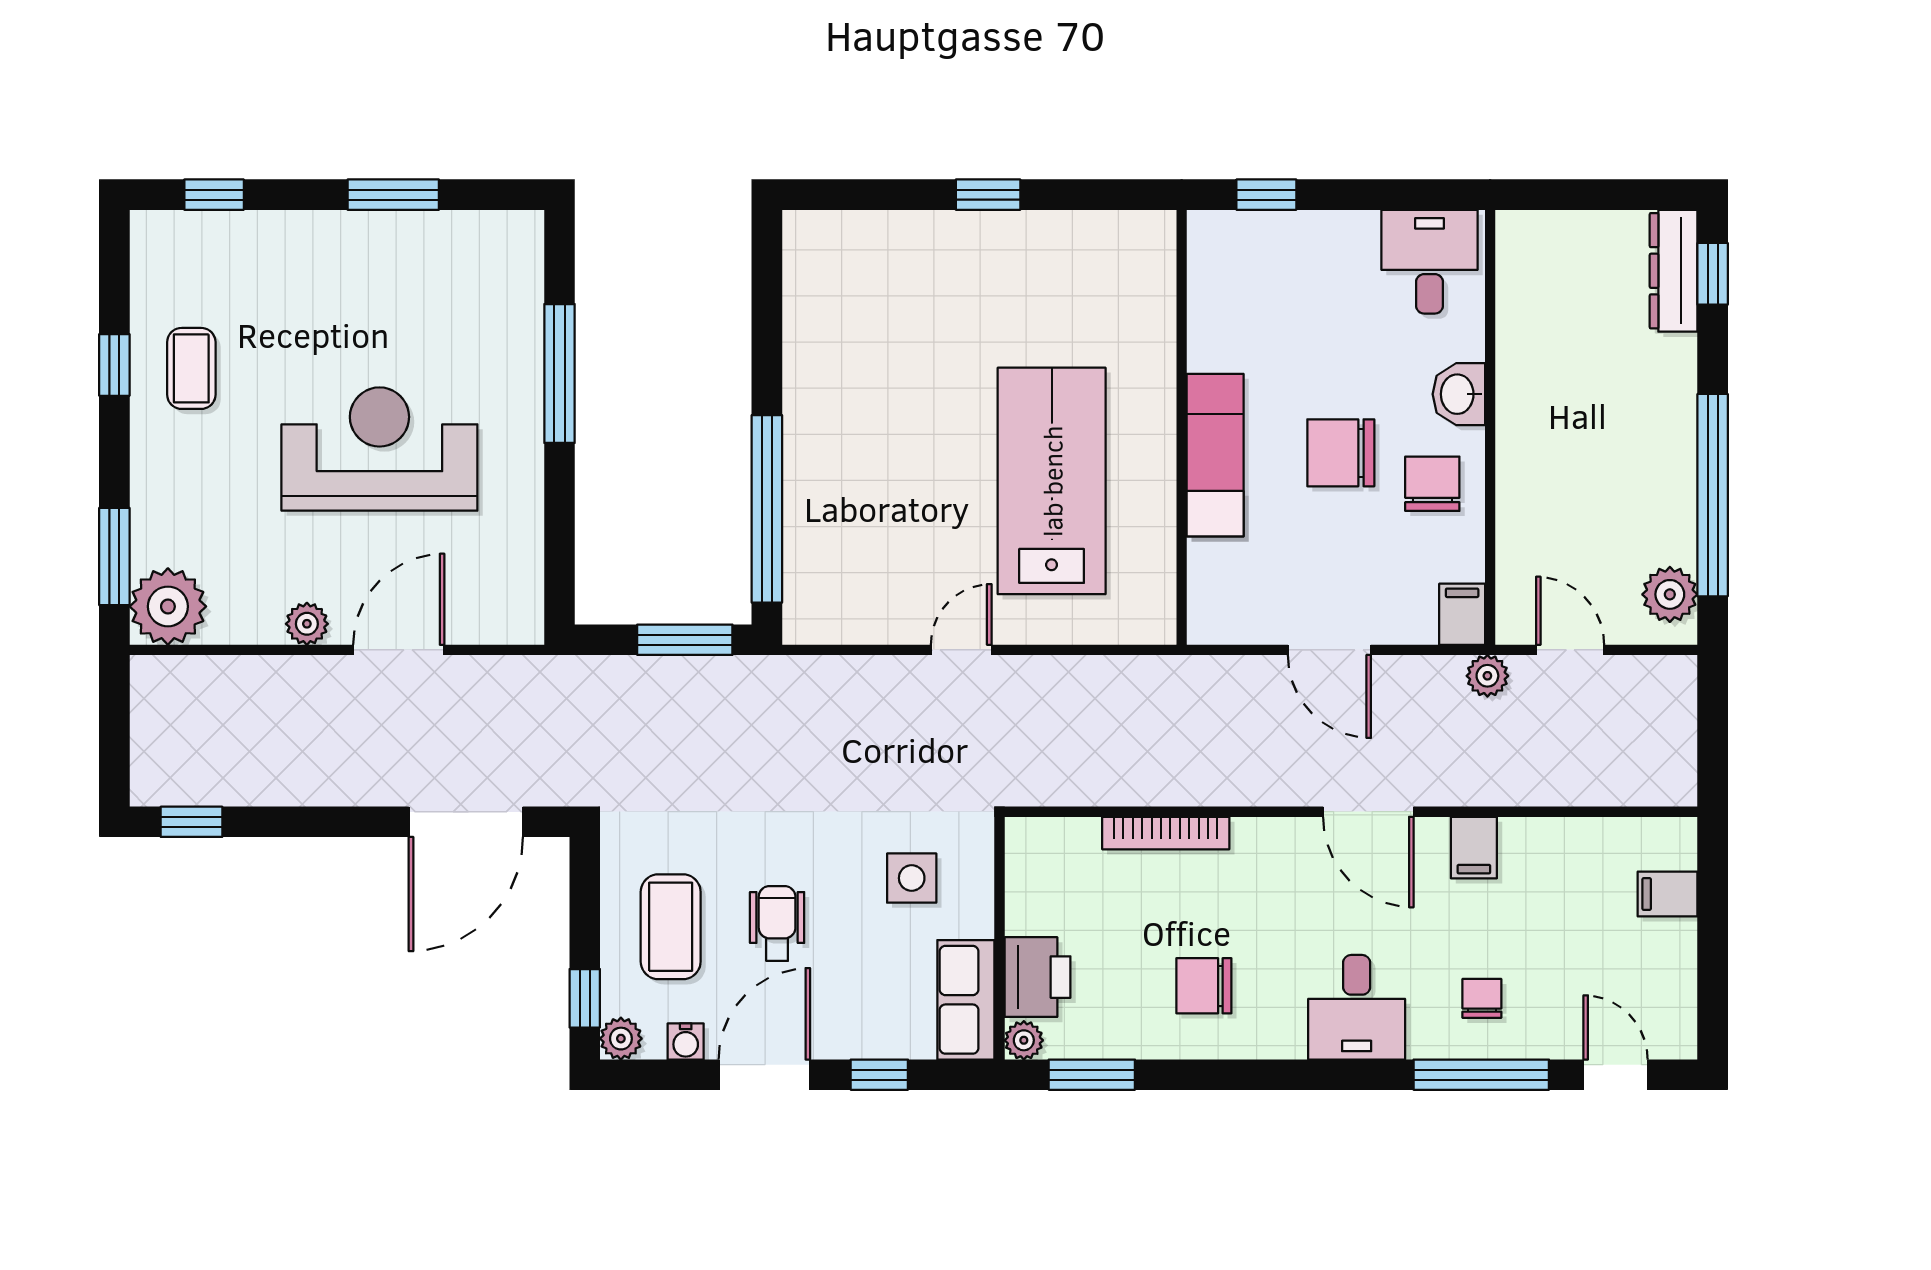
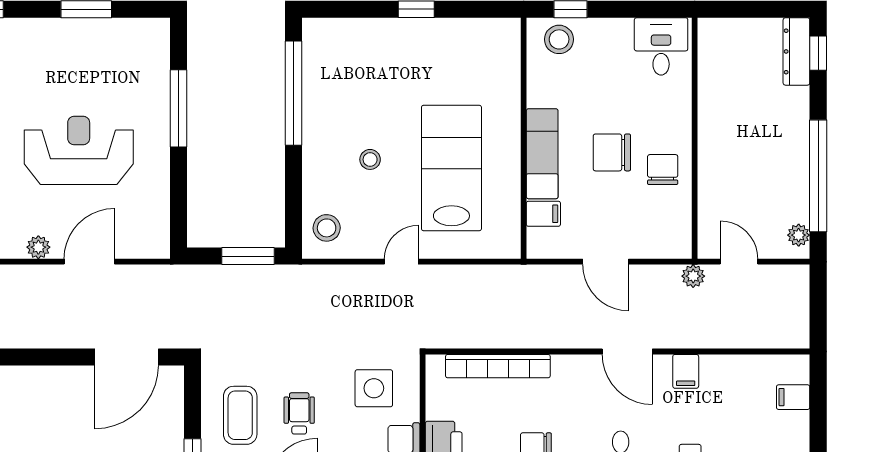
stool: (1246, 249) -> (559, 39), added
washbasin: (1459, 394) -> (677, 120), removed
stool: (905, 466) -> (370, 159), added
window: (767, 509) -> (294, 93), moved
stool: (826, 589) -> (327, 228), added
plant: (1670, 594) -> (799, 235), width x0.73, depth x0.73
filing cabinet: (1462, 614) -> (543, 214), moved, turned 90
bookcase: (1166, 833) -> (498, 366), width x1.48, depth x1.31
side table: (912, 878) -> (374, 388), width x1.37, depth x1.37

